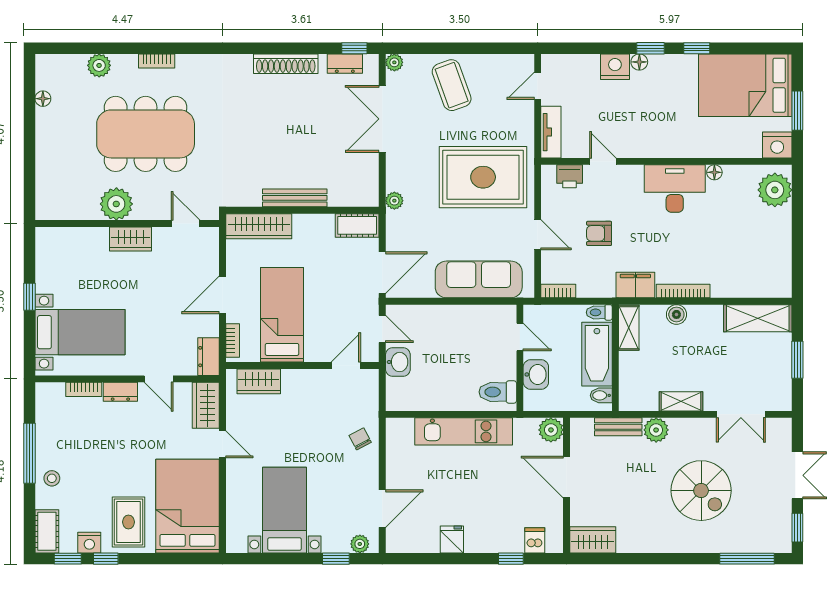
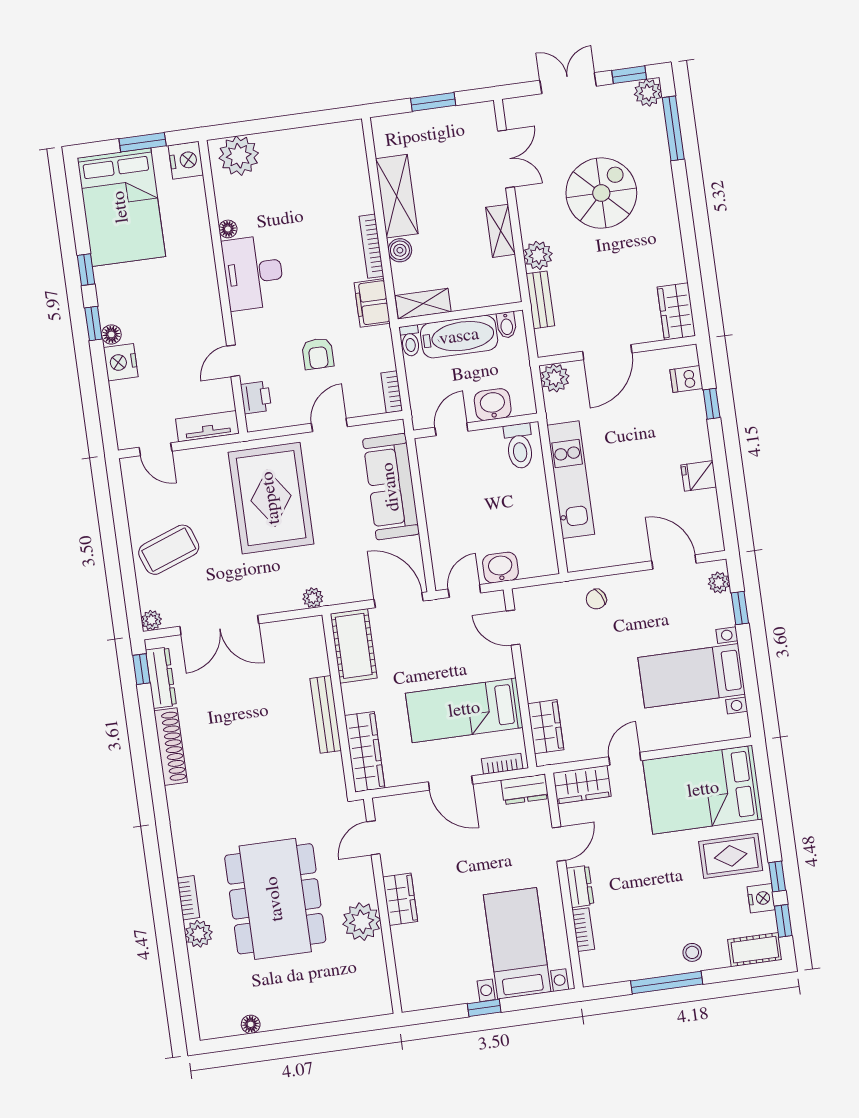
dresser: (345, 64) -> (161, 678), width x1.44
plant: (99, 65) -> (199, 934), moved
cot: (357, 225) -> (354, 646), width x1.37, depth x1.34
shelving: (758, 318) -> (397, 196), moved
plant: (780, 541) -> (648, 93), added

